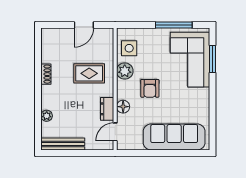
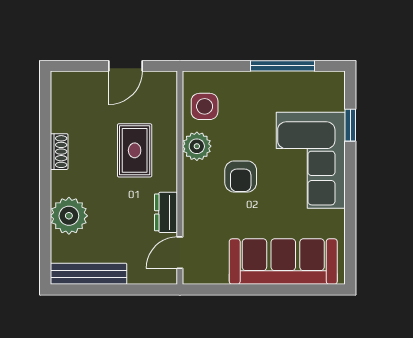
window: (212, 59) -> (350, 125), width x0.67
corner sofa: (190, 60) -> (311, 160), moved
rug: (89, 73) -> (135, 150), turned 90
floor lamp: (123, 107) -> (194, 209), removed
plant: (47, 116) -> (69, 216), width x1.88, depth x1.88

